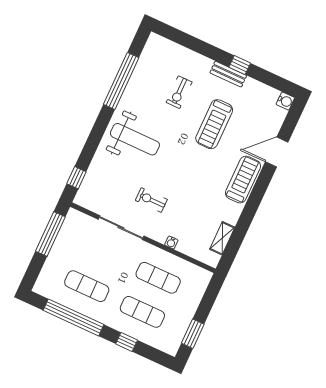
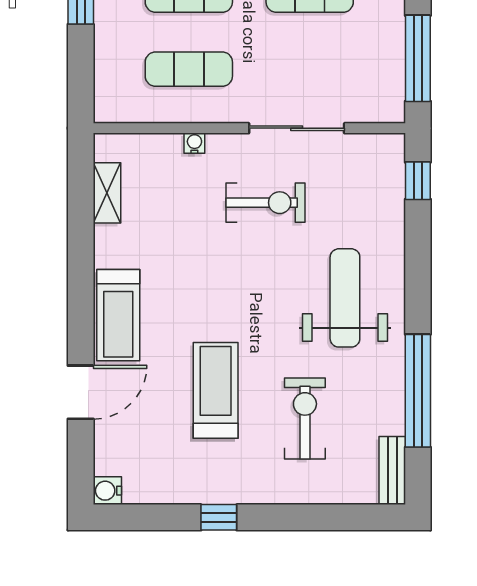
bench: (228, 74) -> (392, 471), moved, turned 90
exercise bike: (179, 92) -> (305, 419), width x1.38, depth x1.39
weight bench: (135, 139) -> (345, 298), turned 90
exercise bike: (151, 200) -> (265, 203), width x1.38, depth x1.39

